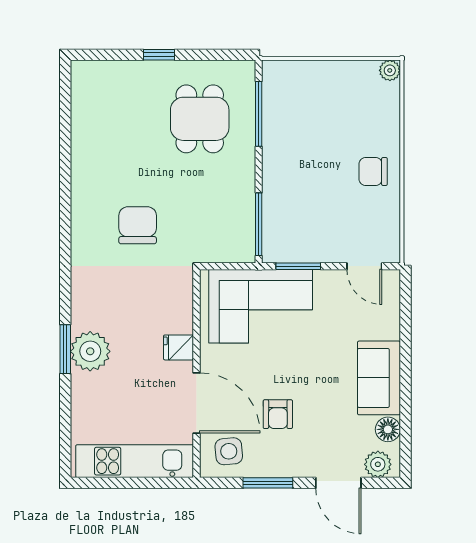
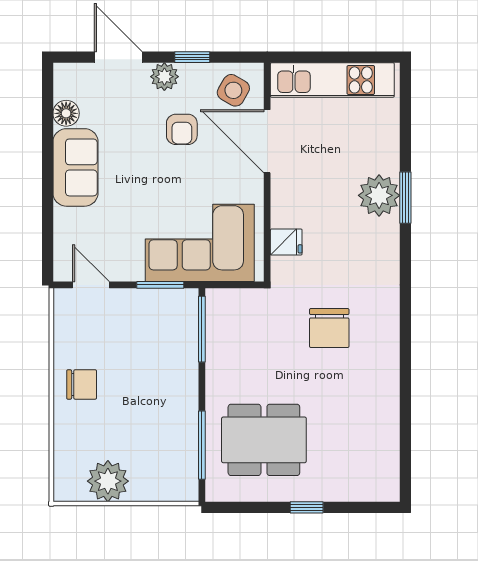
plant: (390, 70) -> (108, 481), moved, width x1.88, depth x1.88
dining table: (200, 119) -> (264, 440), width x1.38
fridge: (178, 347) -> (286, 242), moved
armchair: (278, 414) -> (182, 129), turned 180
side table: (229, 451) -> (233, 90), turned 35
plant: (378, 464) -> (164, 77), moved
window: (268, 483) -> (192, 57), width x0.67

